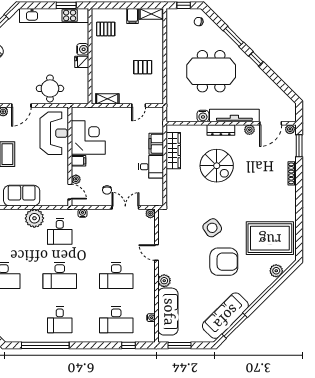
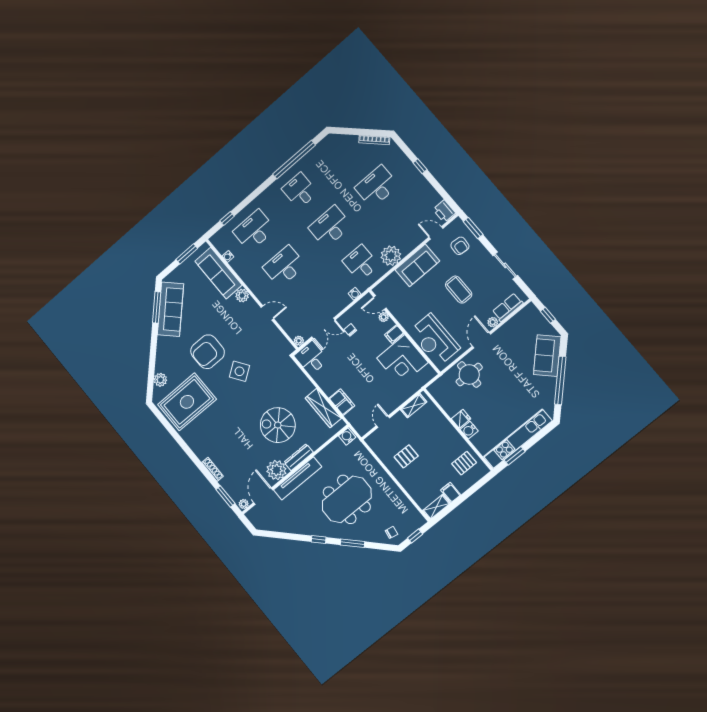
water cooler: (203, 116) -> (347, 437), moved
plant: (249, 130) -> (276, 470), width x1.87, depth x1.87
desk: (151, 167) -> (311, 358), moved, turned 90

